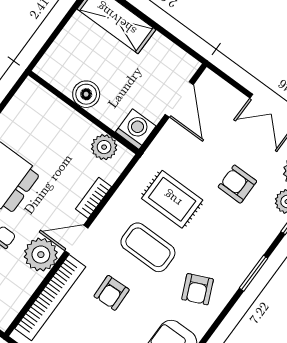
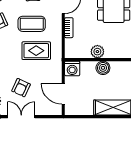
plant: (104, 147) -> (97, 52), moved
armchair: (237, 184) -> (21, 88), moved, turned 115

